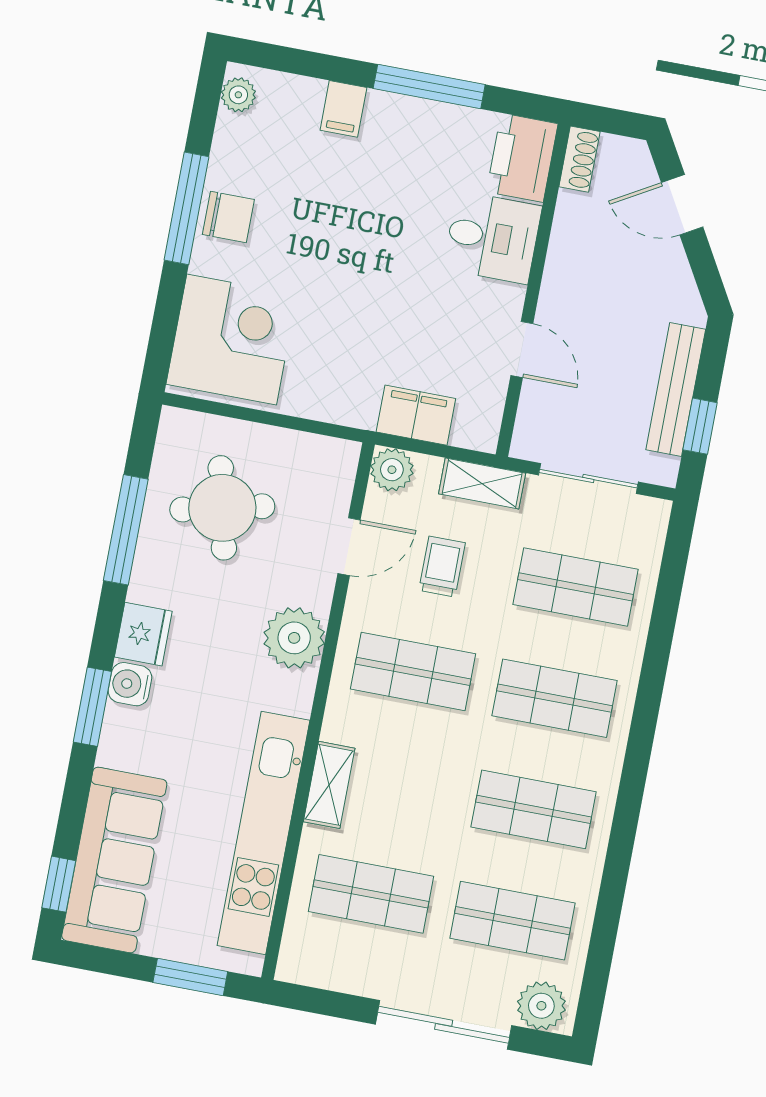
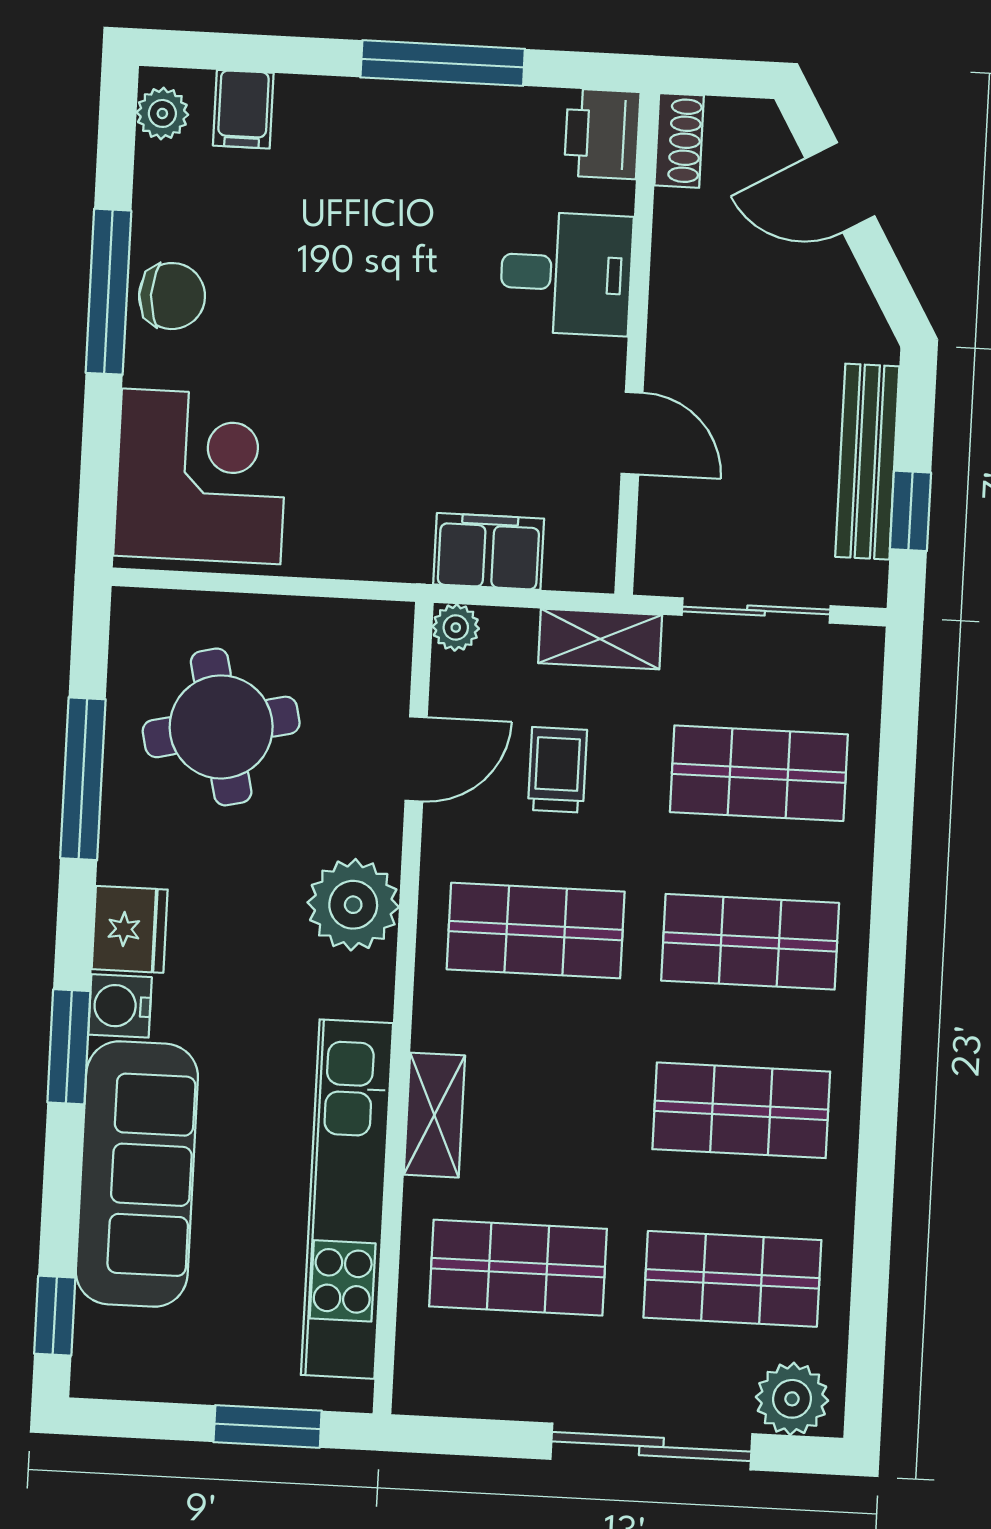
filing cabinet: (343, 109) -> (243, 109), moved
printer: (522, 158) -> (602, 134), width x0.73, depth x0.84
plant: (392, 470) -> (456, 627), width x0.73, depth x0.73
sofa: (114, 860) -> (137, 1174), moved

